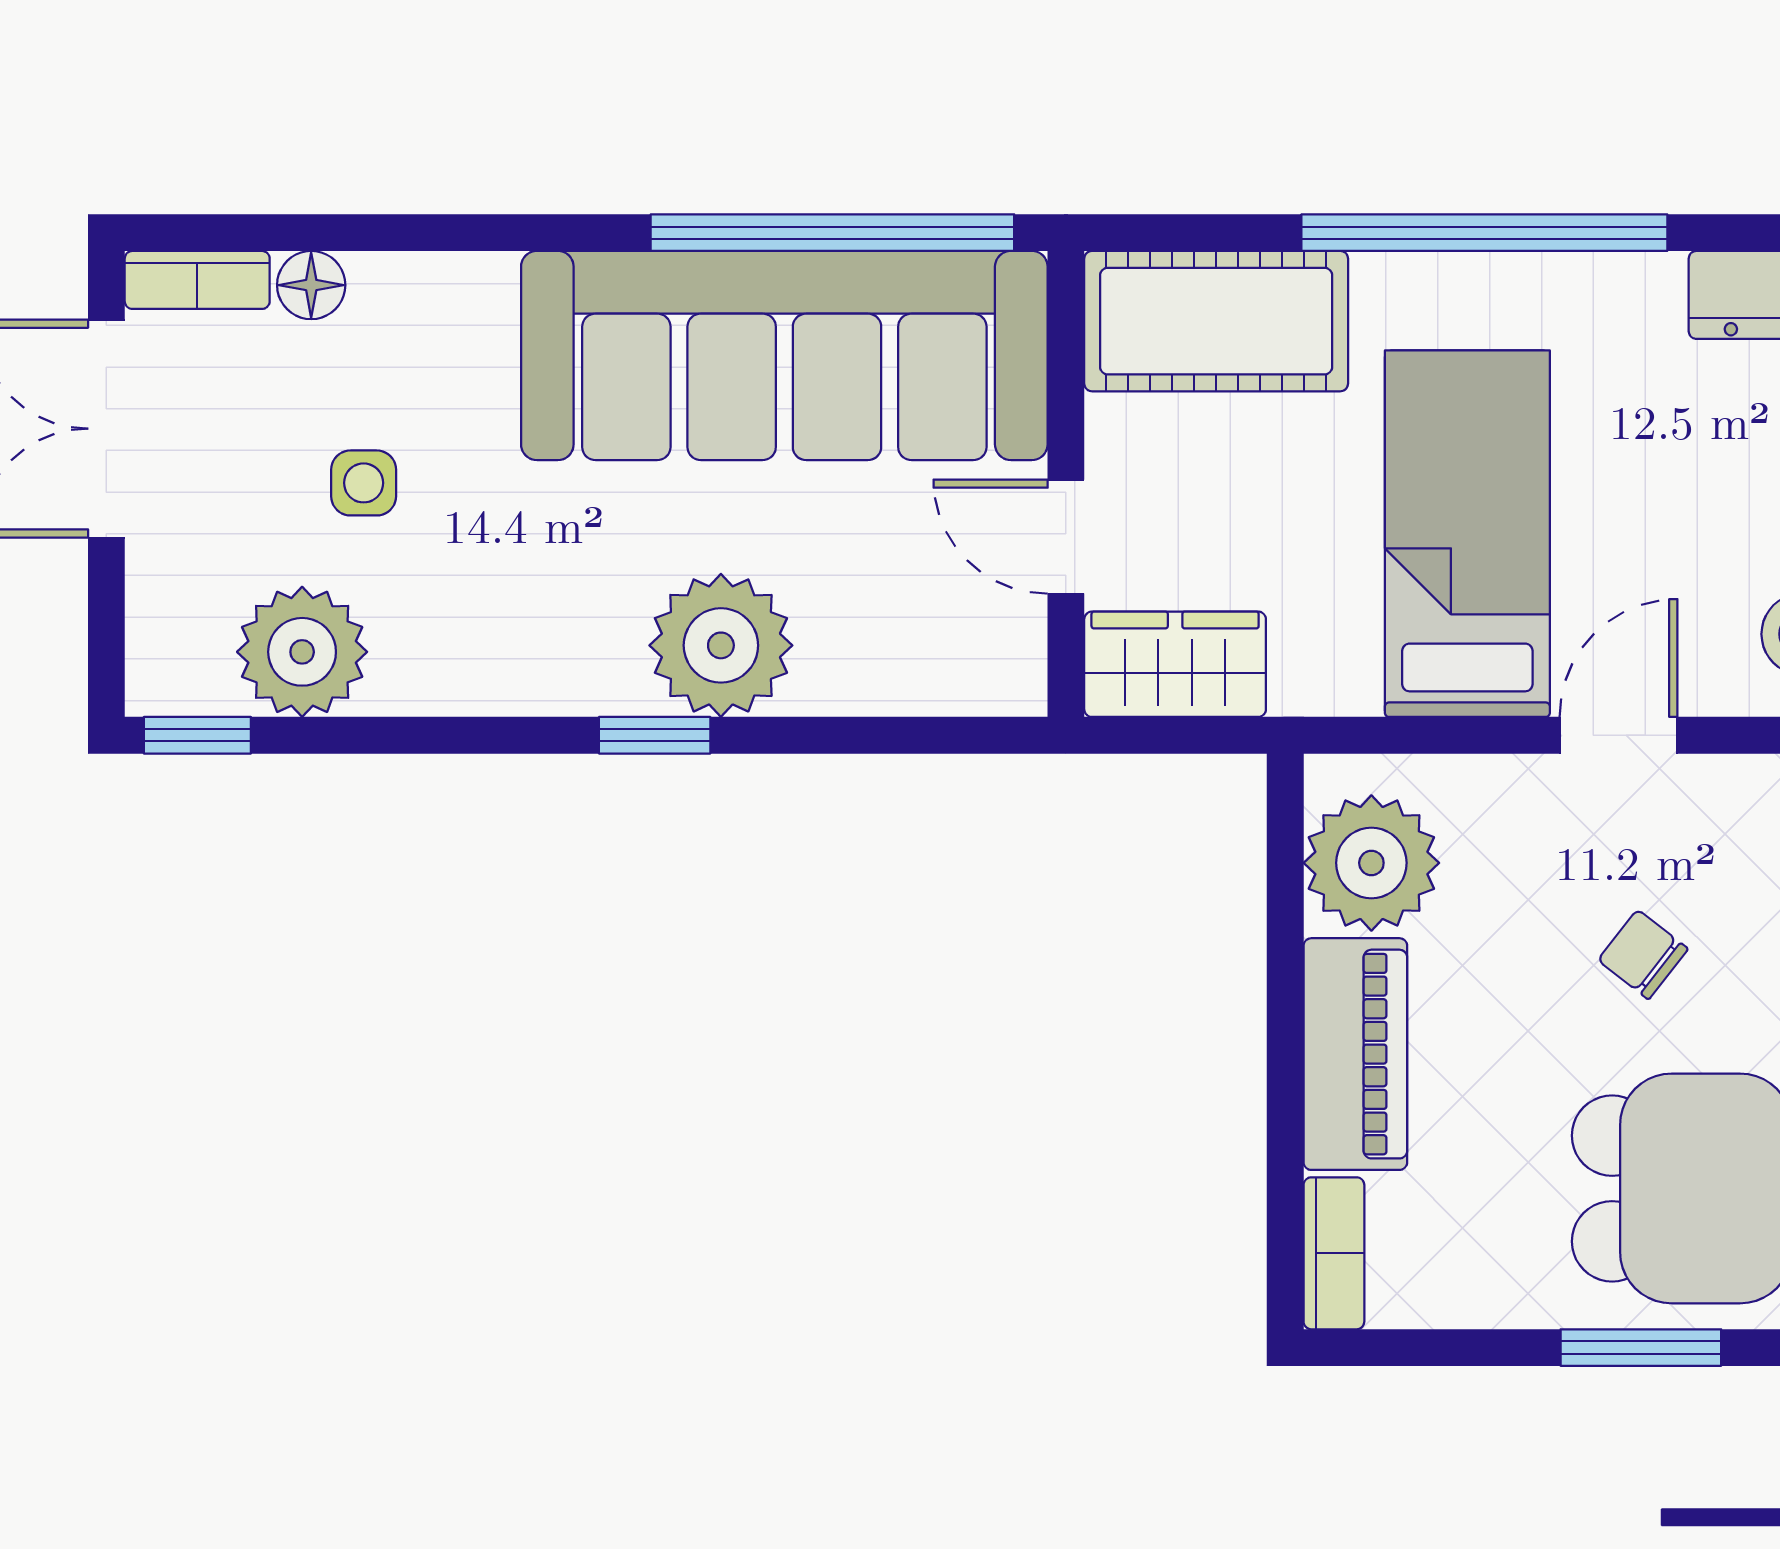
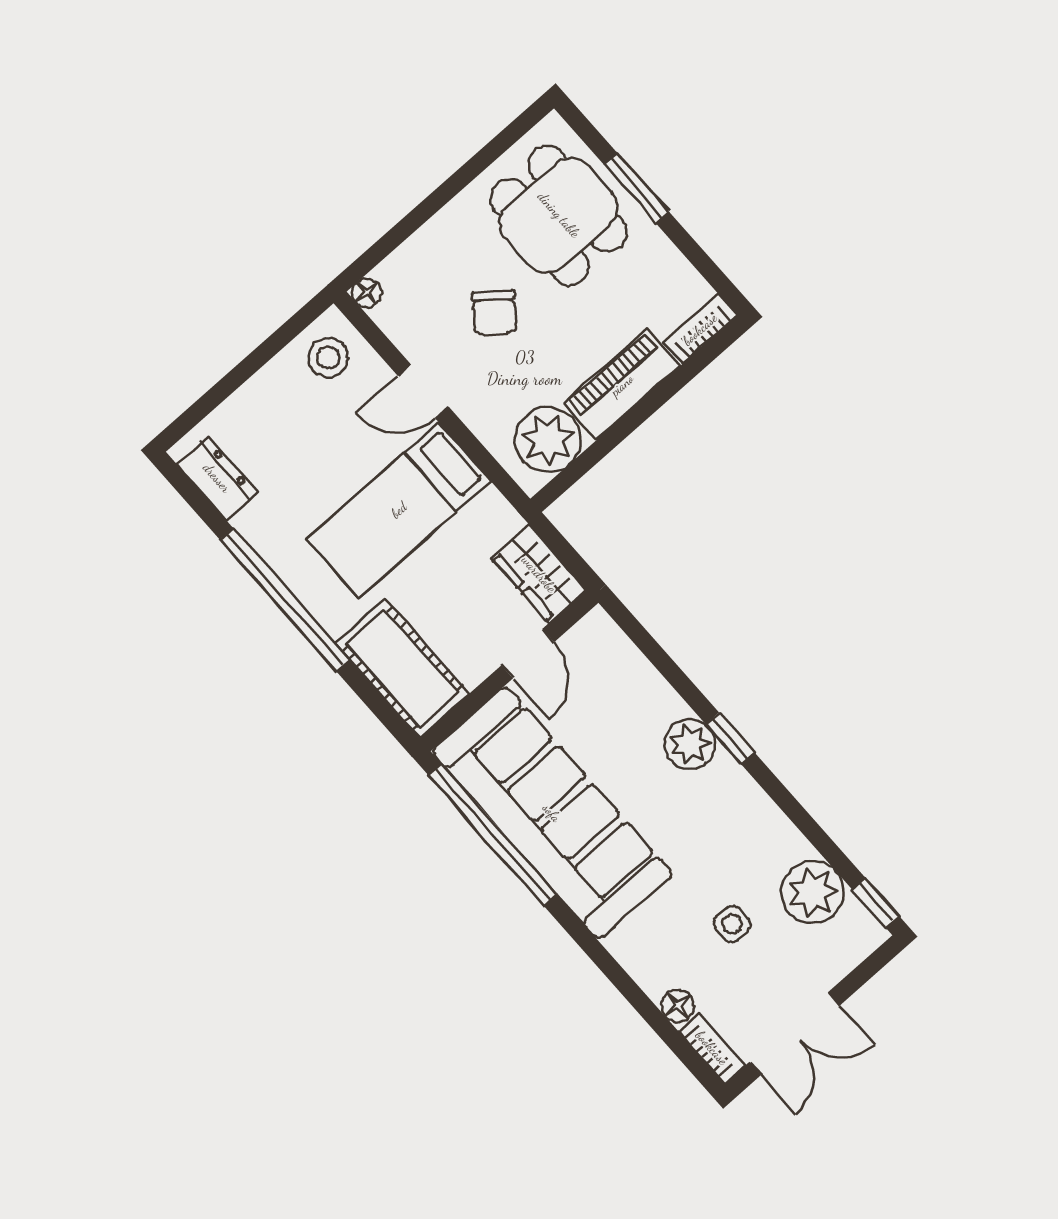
plant: (721, 645) -> (690, 744), width x0.73, depth x0.73
chair: (1643, 954) -> (494, 313), width x1.37, depth x1.37

